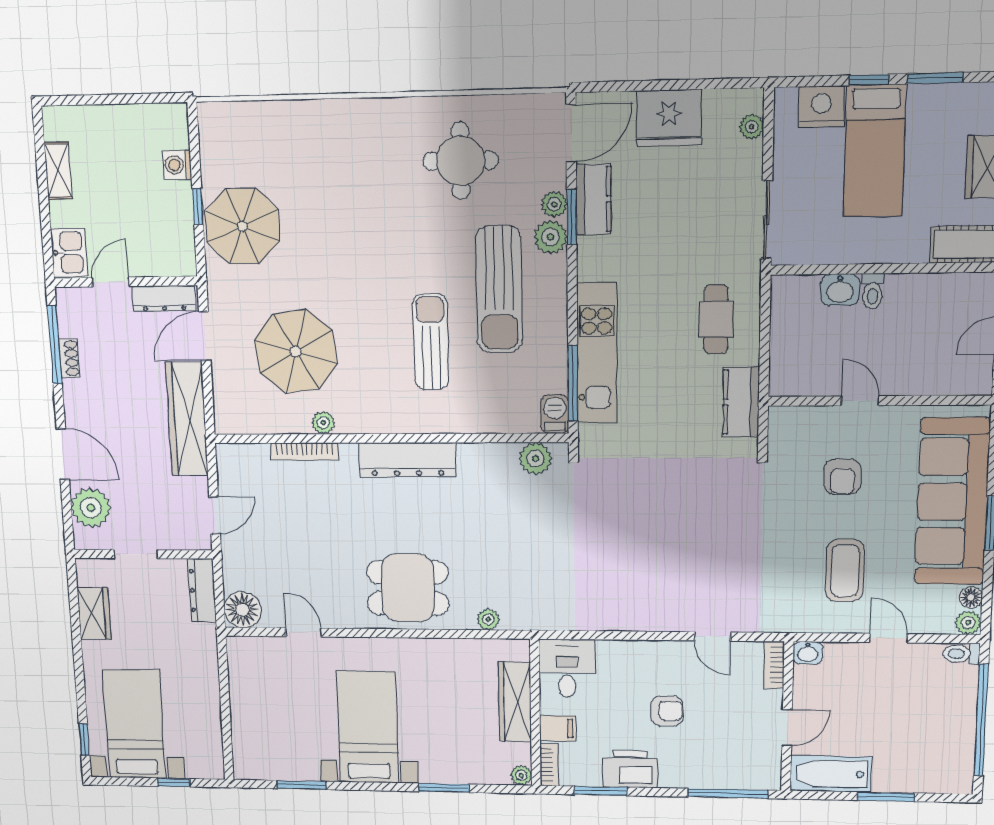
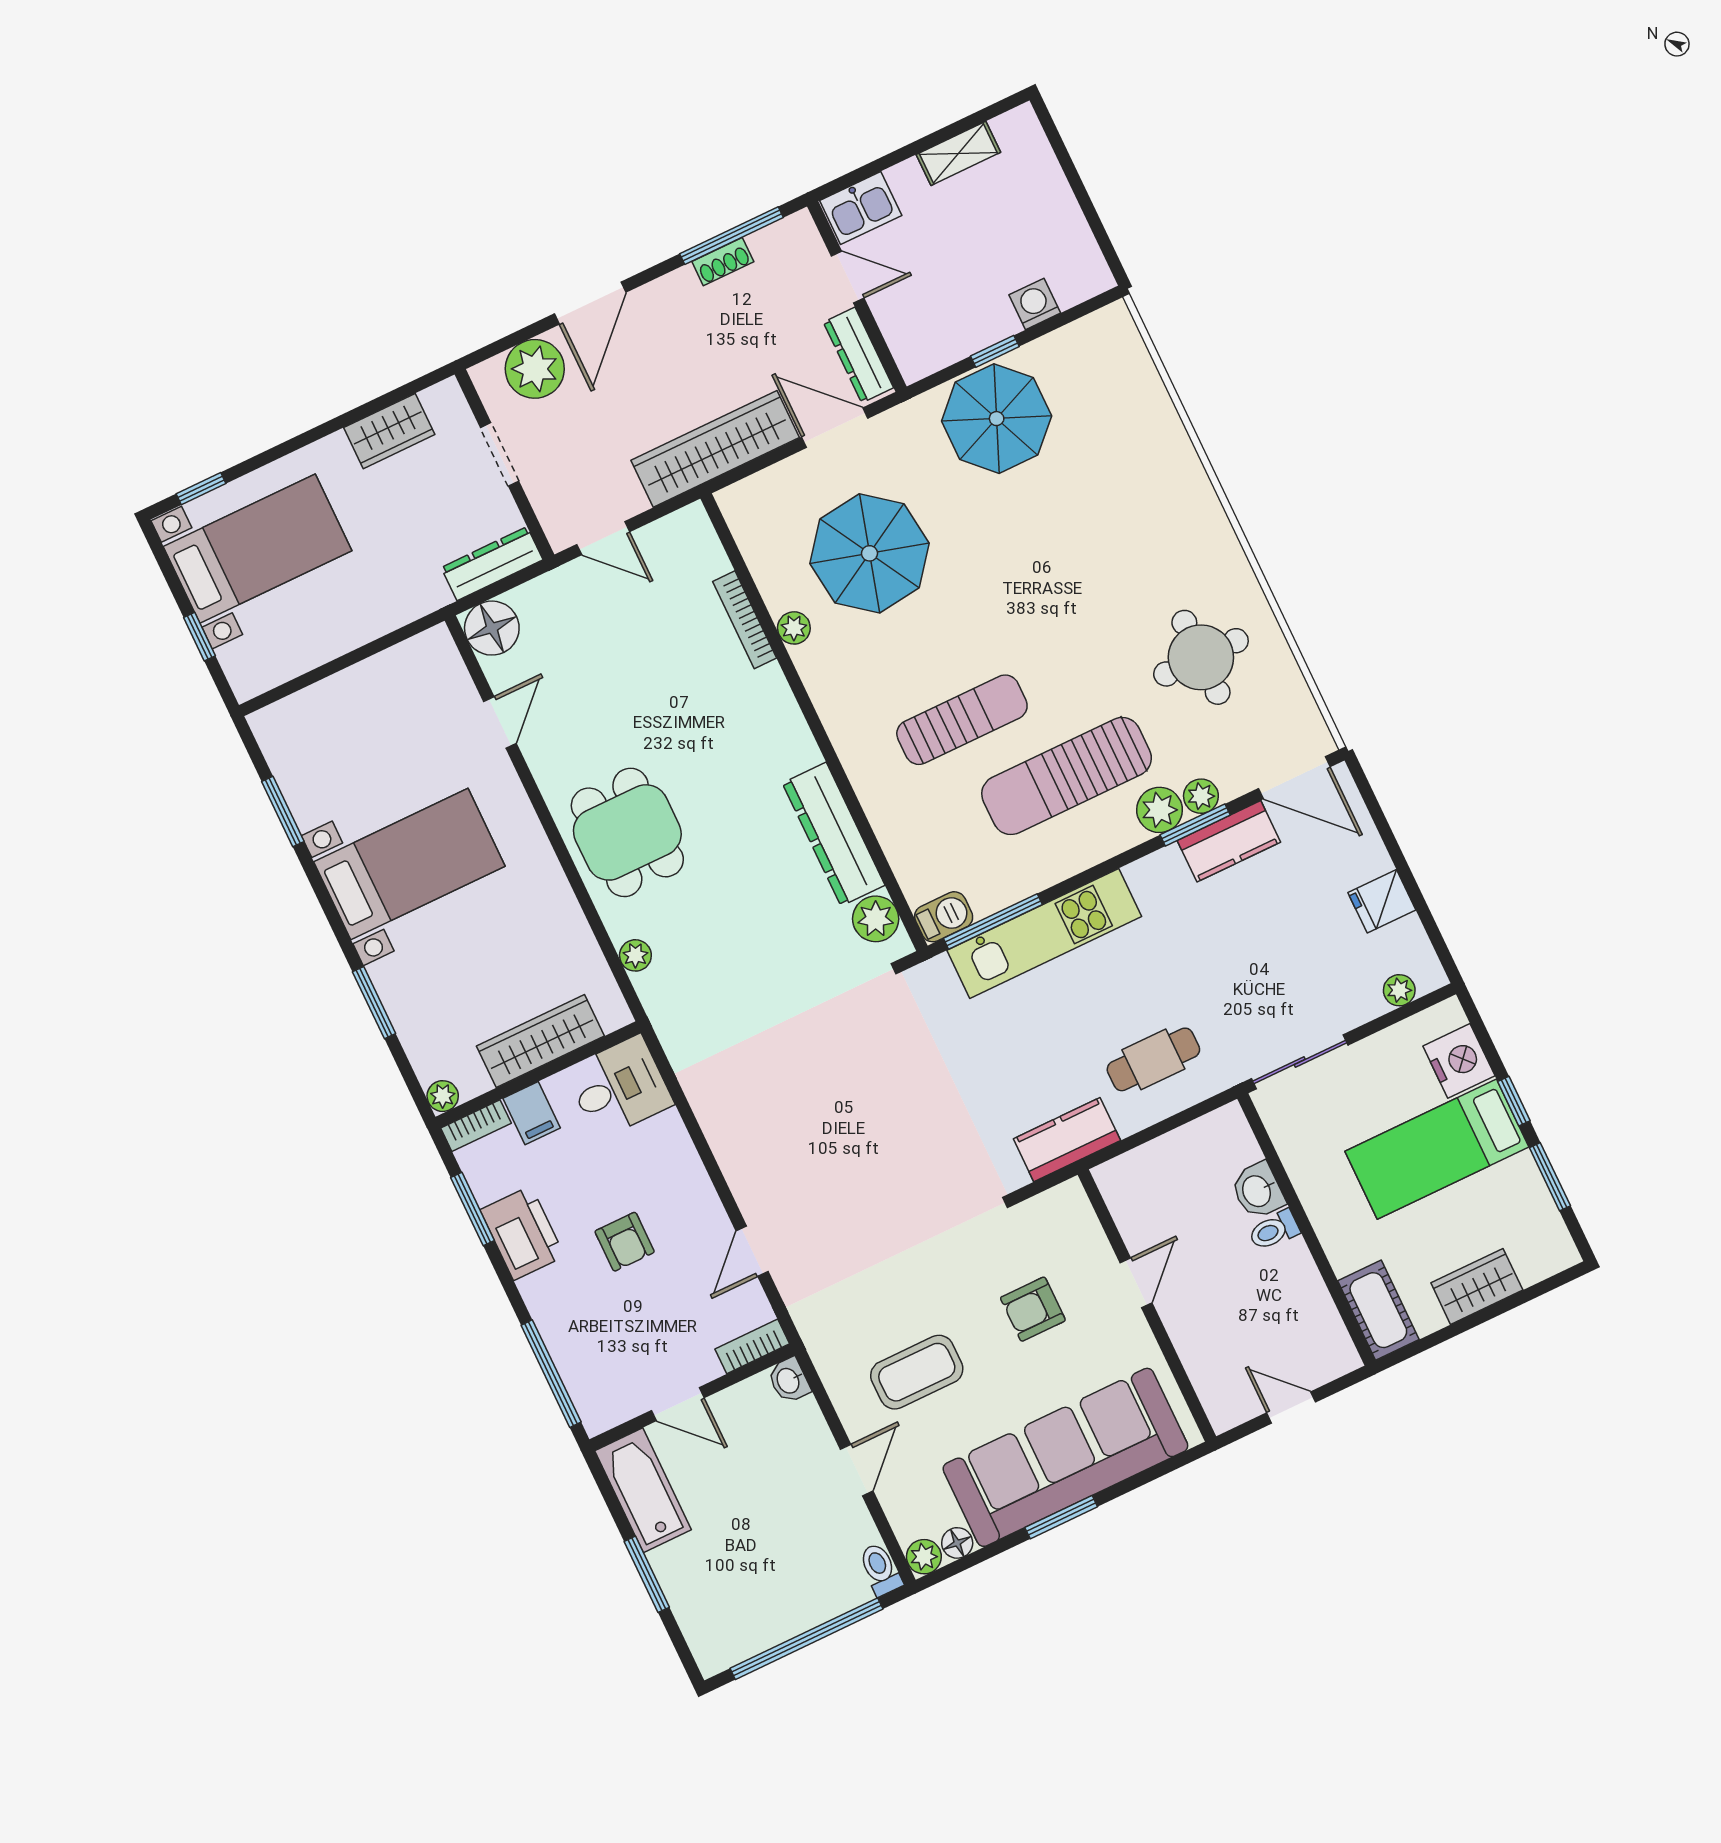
fridge: (669, 118) -> (1382, 901), width x0.53, depth x0.75
dresser: (408, 460) -> (834, 834), moved

